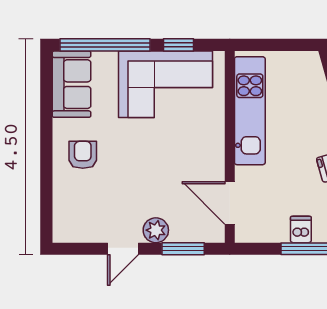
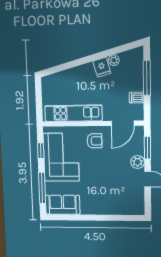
window: (105, 45) -> (42, 188), width x0.68
armchair: (83, 155) -> (95, 141), moved, turned 180
dishwasher: (301, 229) -> (137, 98), moved

